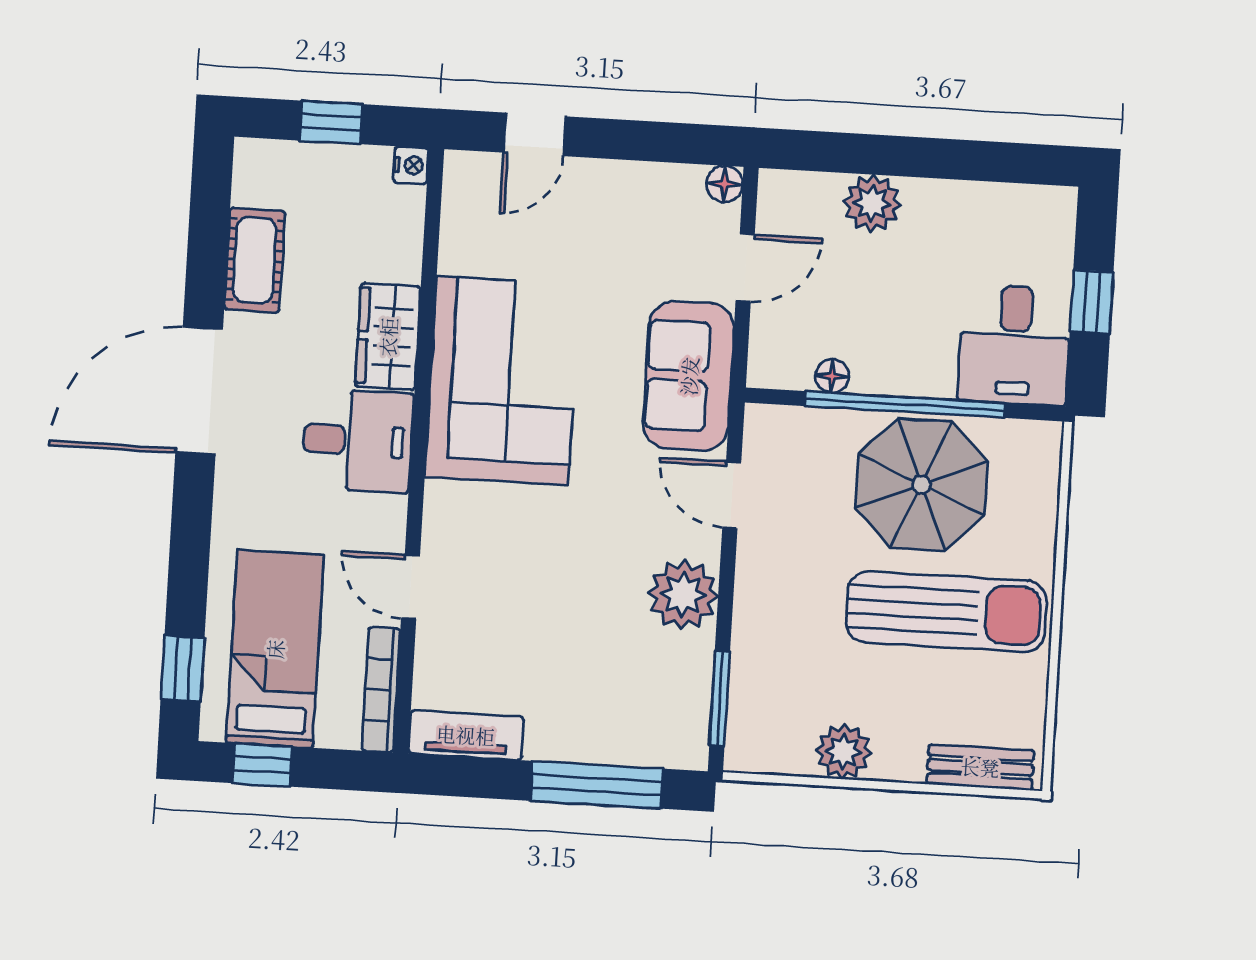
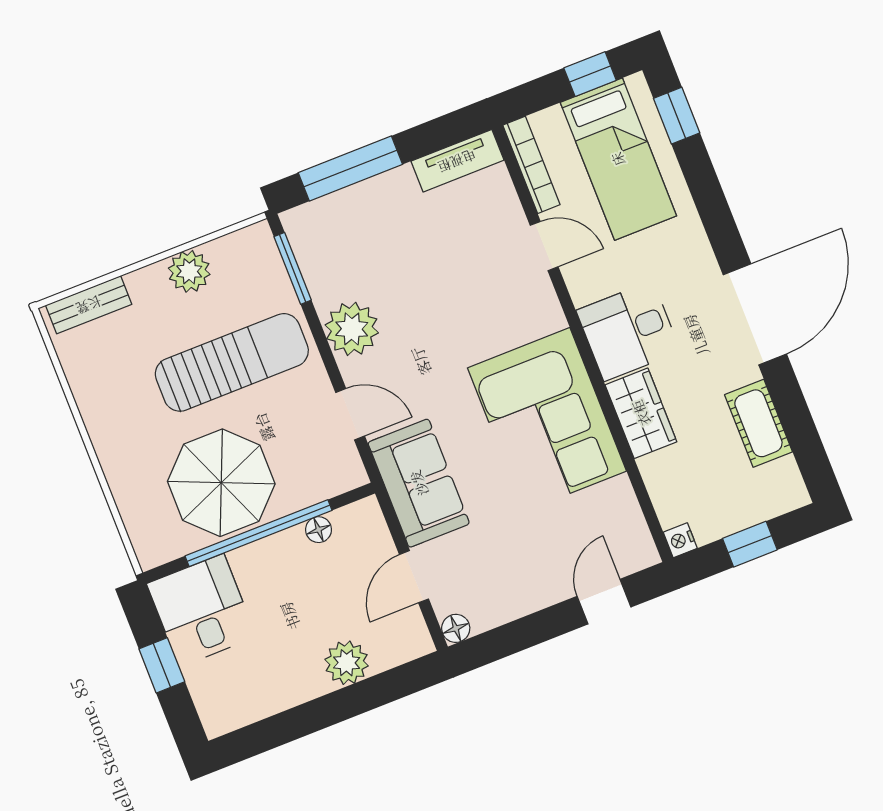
sun lounger: (946, 612) -> (232, 362), moved, turned 180

